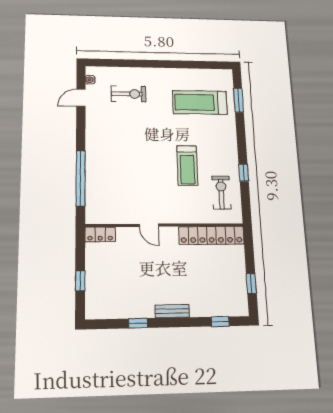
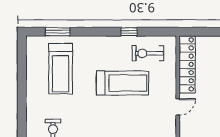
treadmill: (187, 166) -> (123, 83), width x1.37, depth x1.38
door: (149, 225) -> (178, 107), moved

